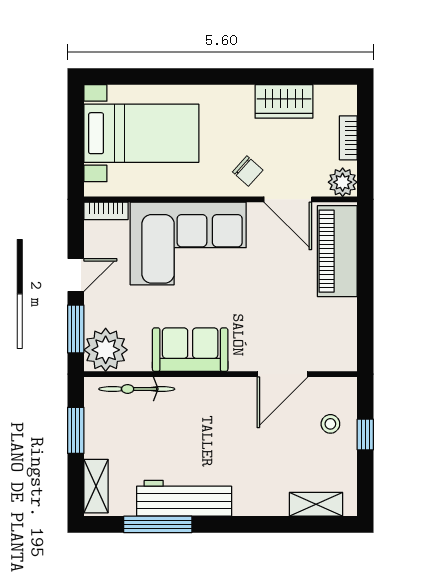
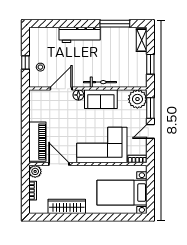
wardrobe: (284, 101) -> (67, 206), width x1.50
chair: (248, 171) -> (76, 176), removed
floor lamp: (242, 359) -> (78, 95), added
bicycle: (137, 389) -> (100, 82), moved
workbench: (184, 498) -> (80, 35), moved
shelving: (316, 504) -> (47, 32), removed

